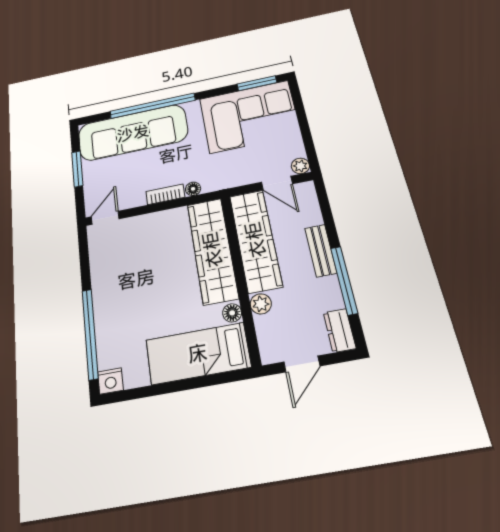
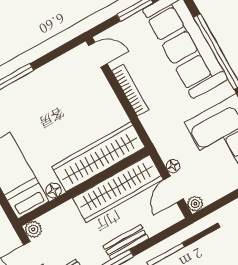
floor lamp: (193, 189) -> (173, 166), moved
bookcase: (165, 194) -> (130, 90), width x1.56
plant: (261, 304) -> (33, 229), moved

